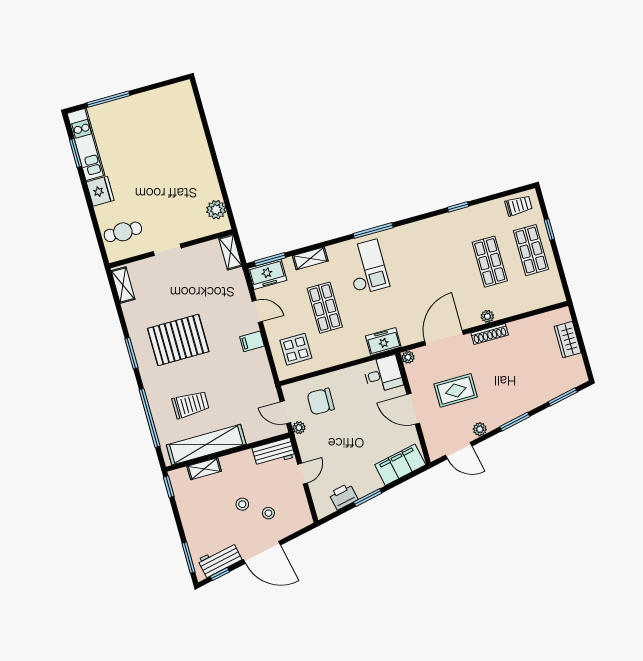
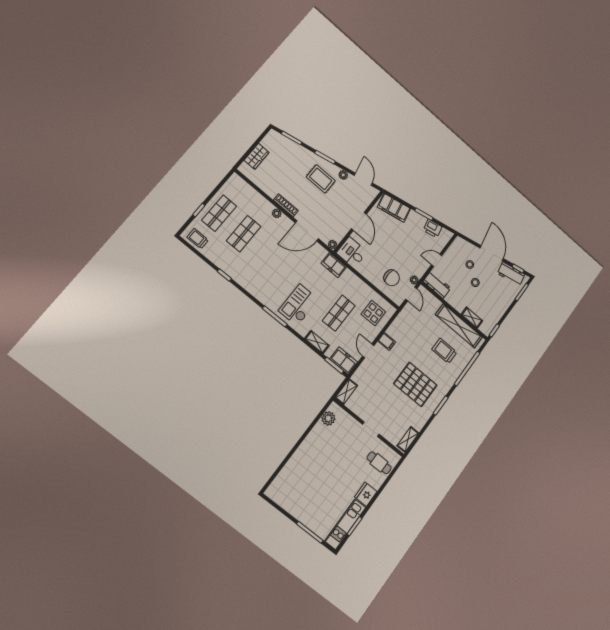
rug: (456, 390) -> (321, 179), moved

